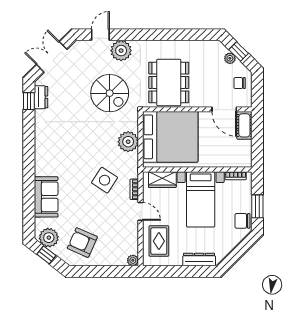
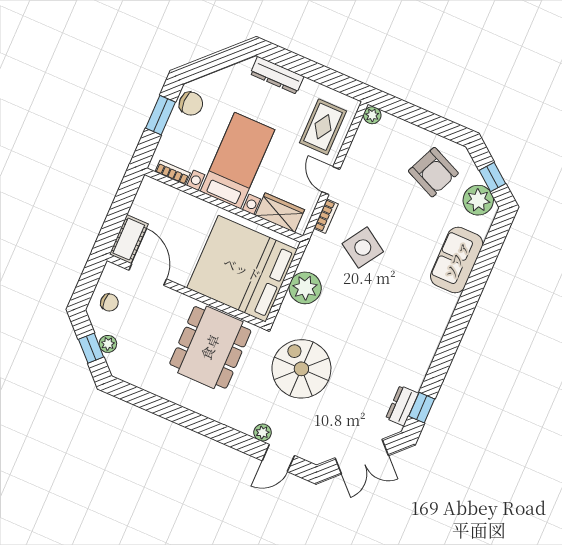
plant: (121, 51) -> (263, 432), width x0.53, depth x0.53

